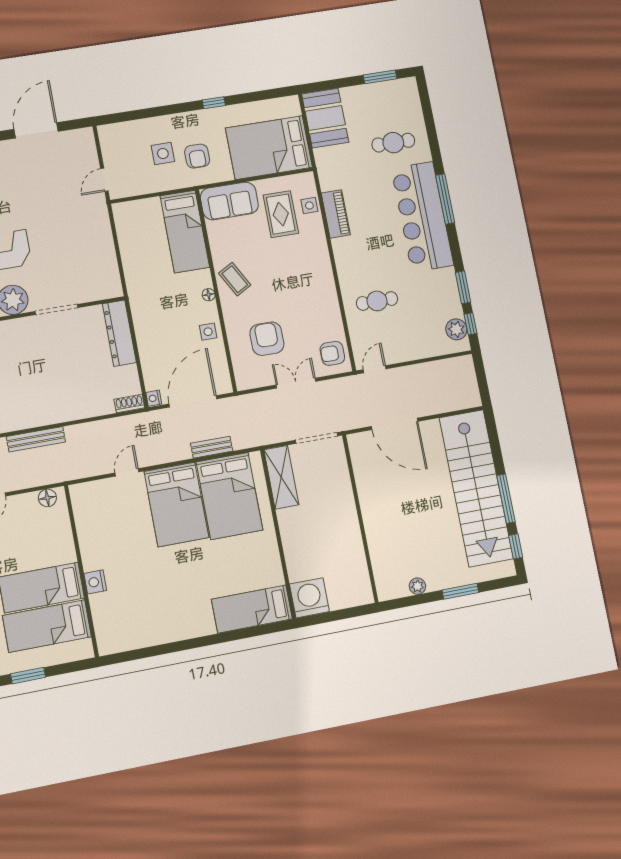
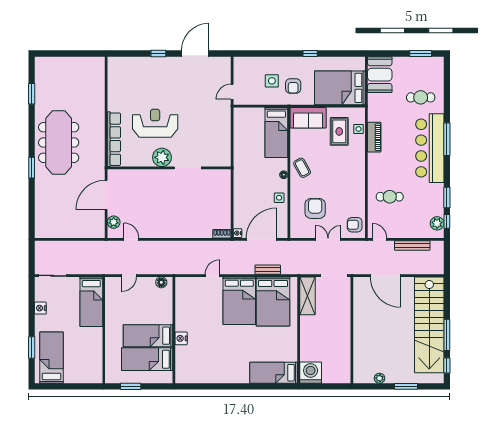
dresser: (119, 333) -> (224, 189), removed
door: (375, 369) -> (380, 239), hinge flipped
bench: (36, 439) -> (412, 245), moved

